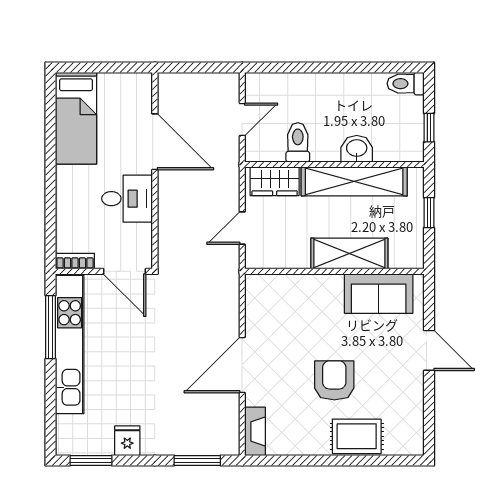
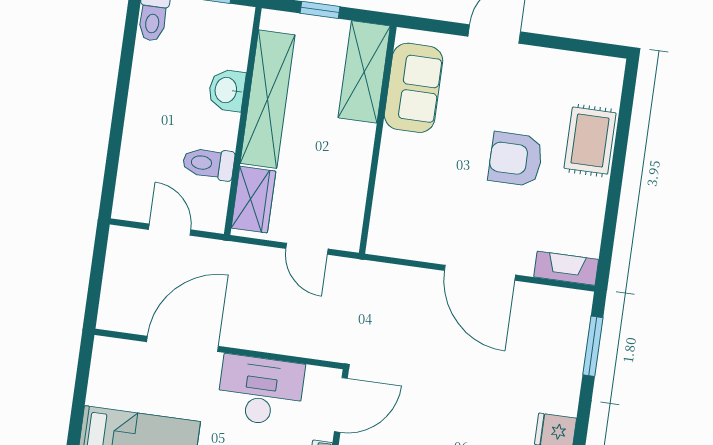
desk: (127, 199) -> (261, 391), width x1.37
shelving: (349, 253) -> (364, 72), moved

